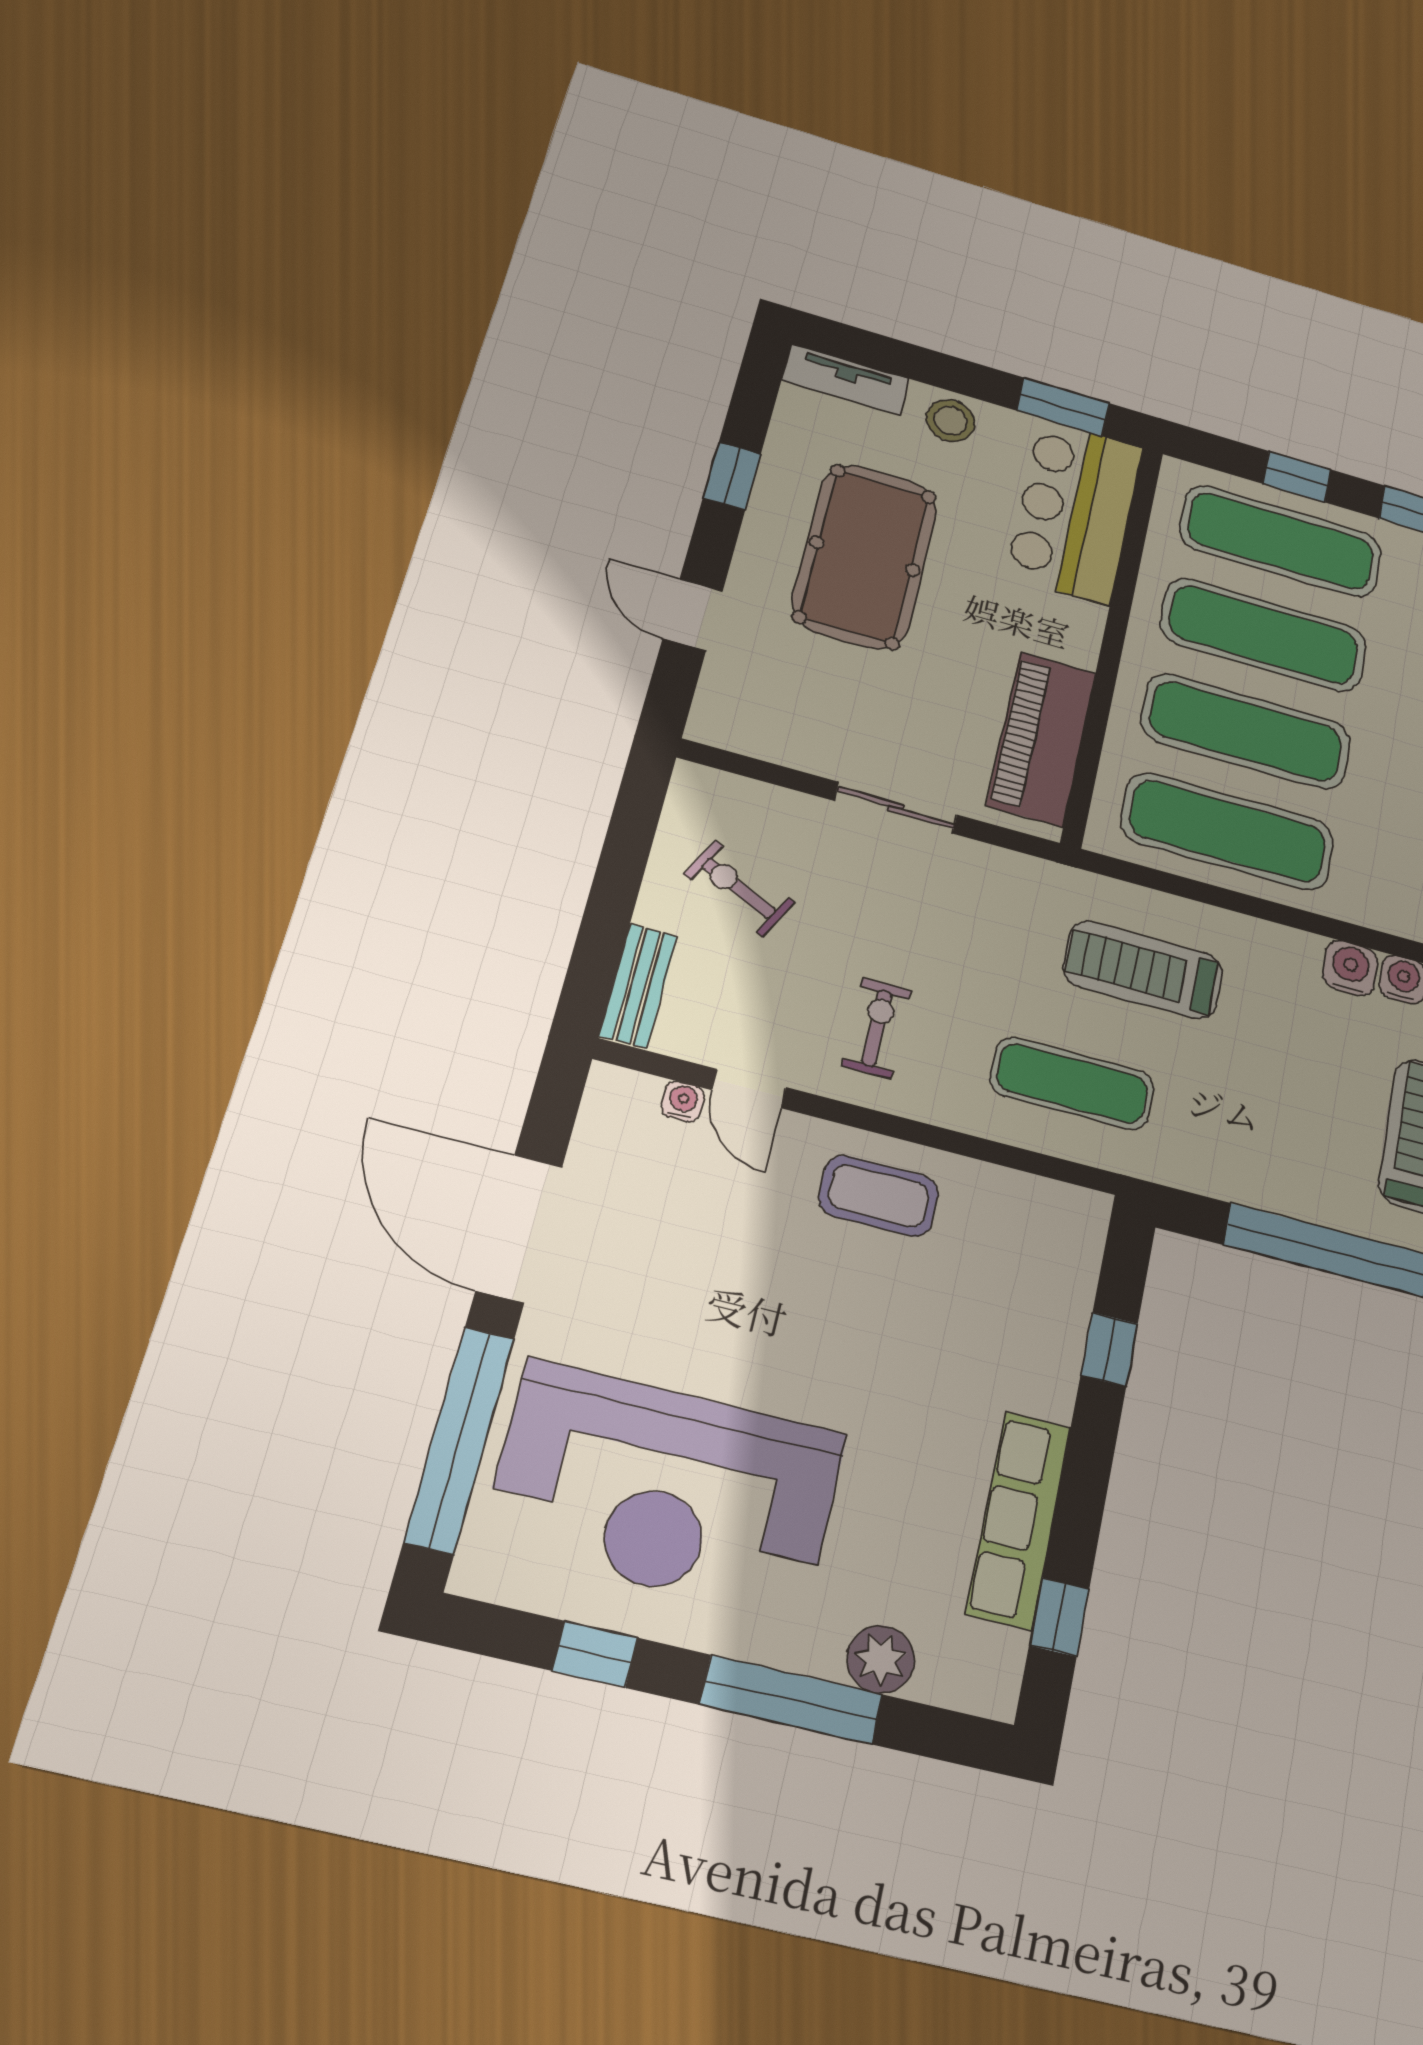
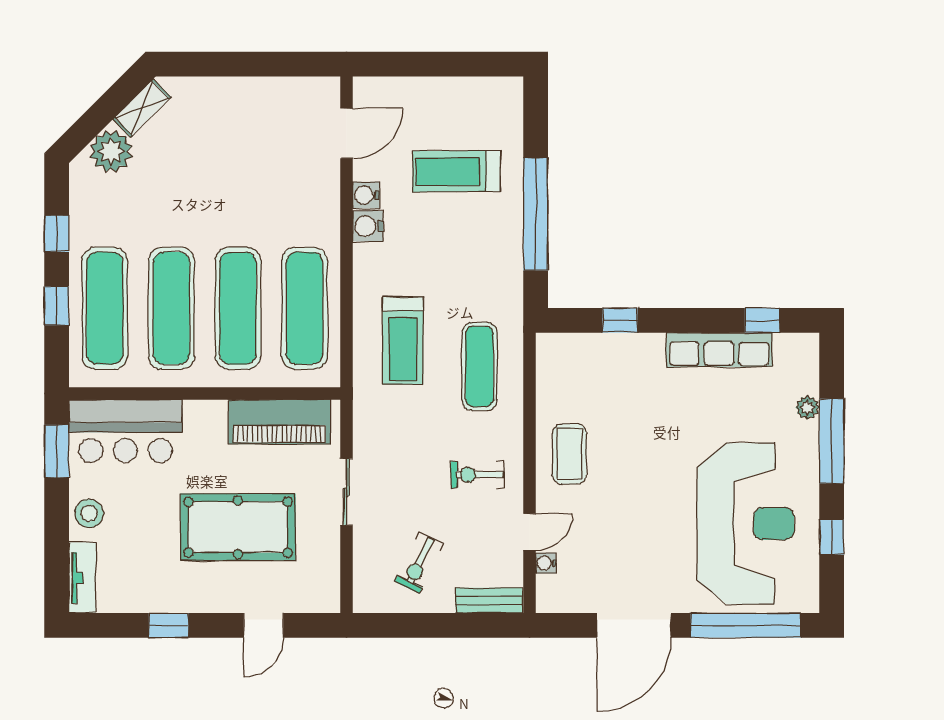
pool table: (865, 556) -> (238, 527), moved
plant: (881, 1659) -> (807, 408), width x0.73, depth x0.73

